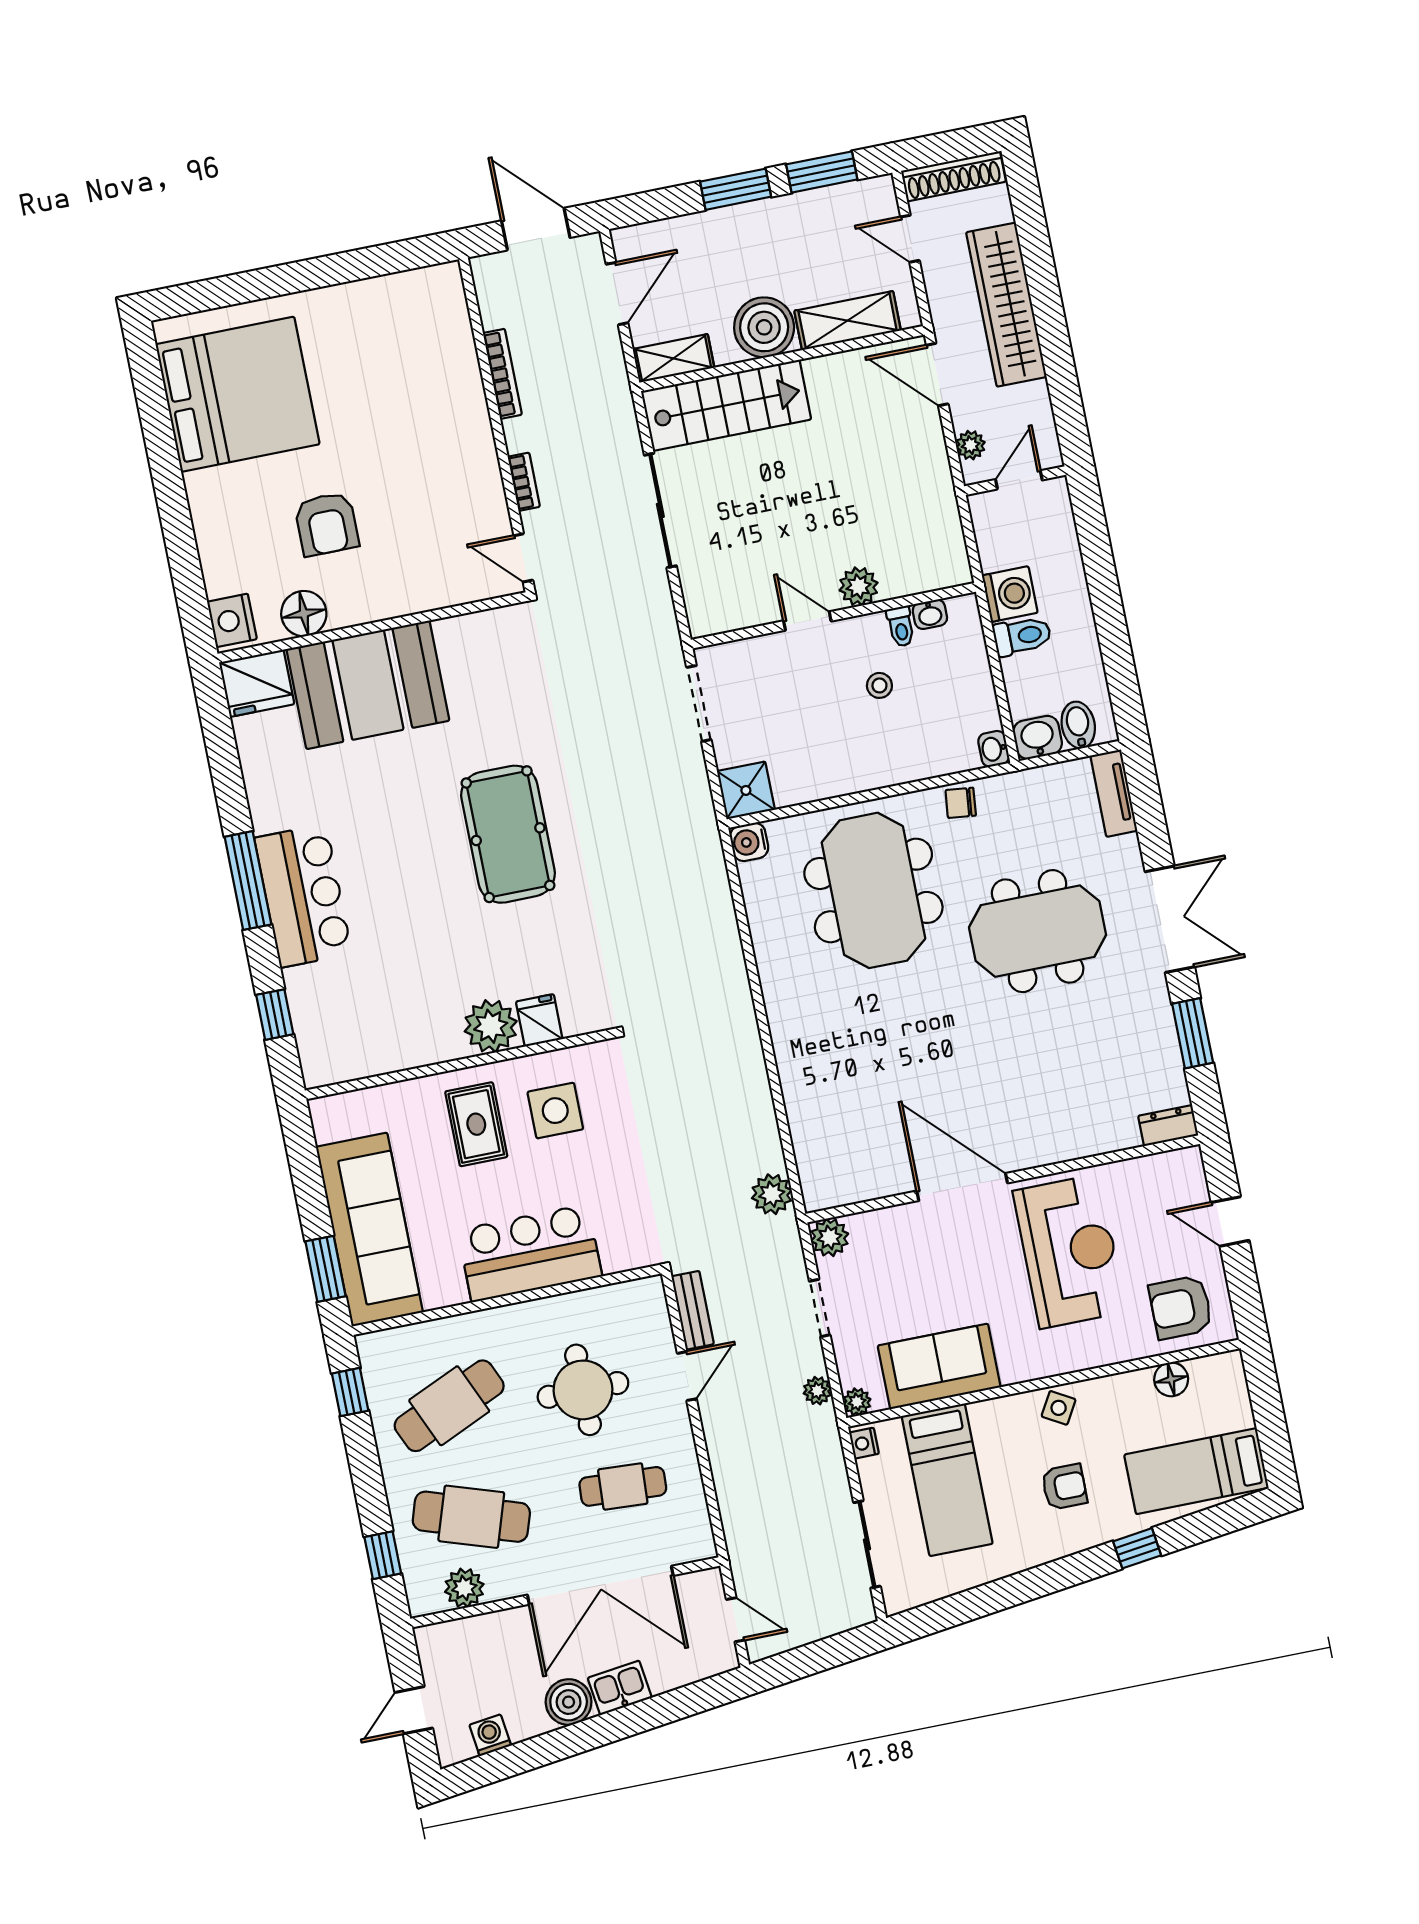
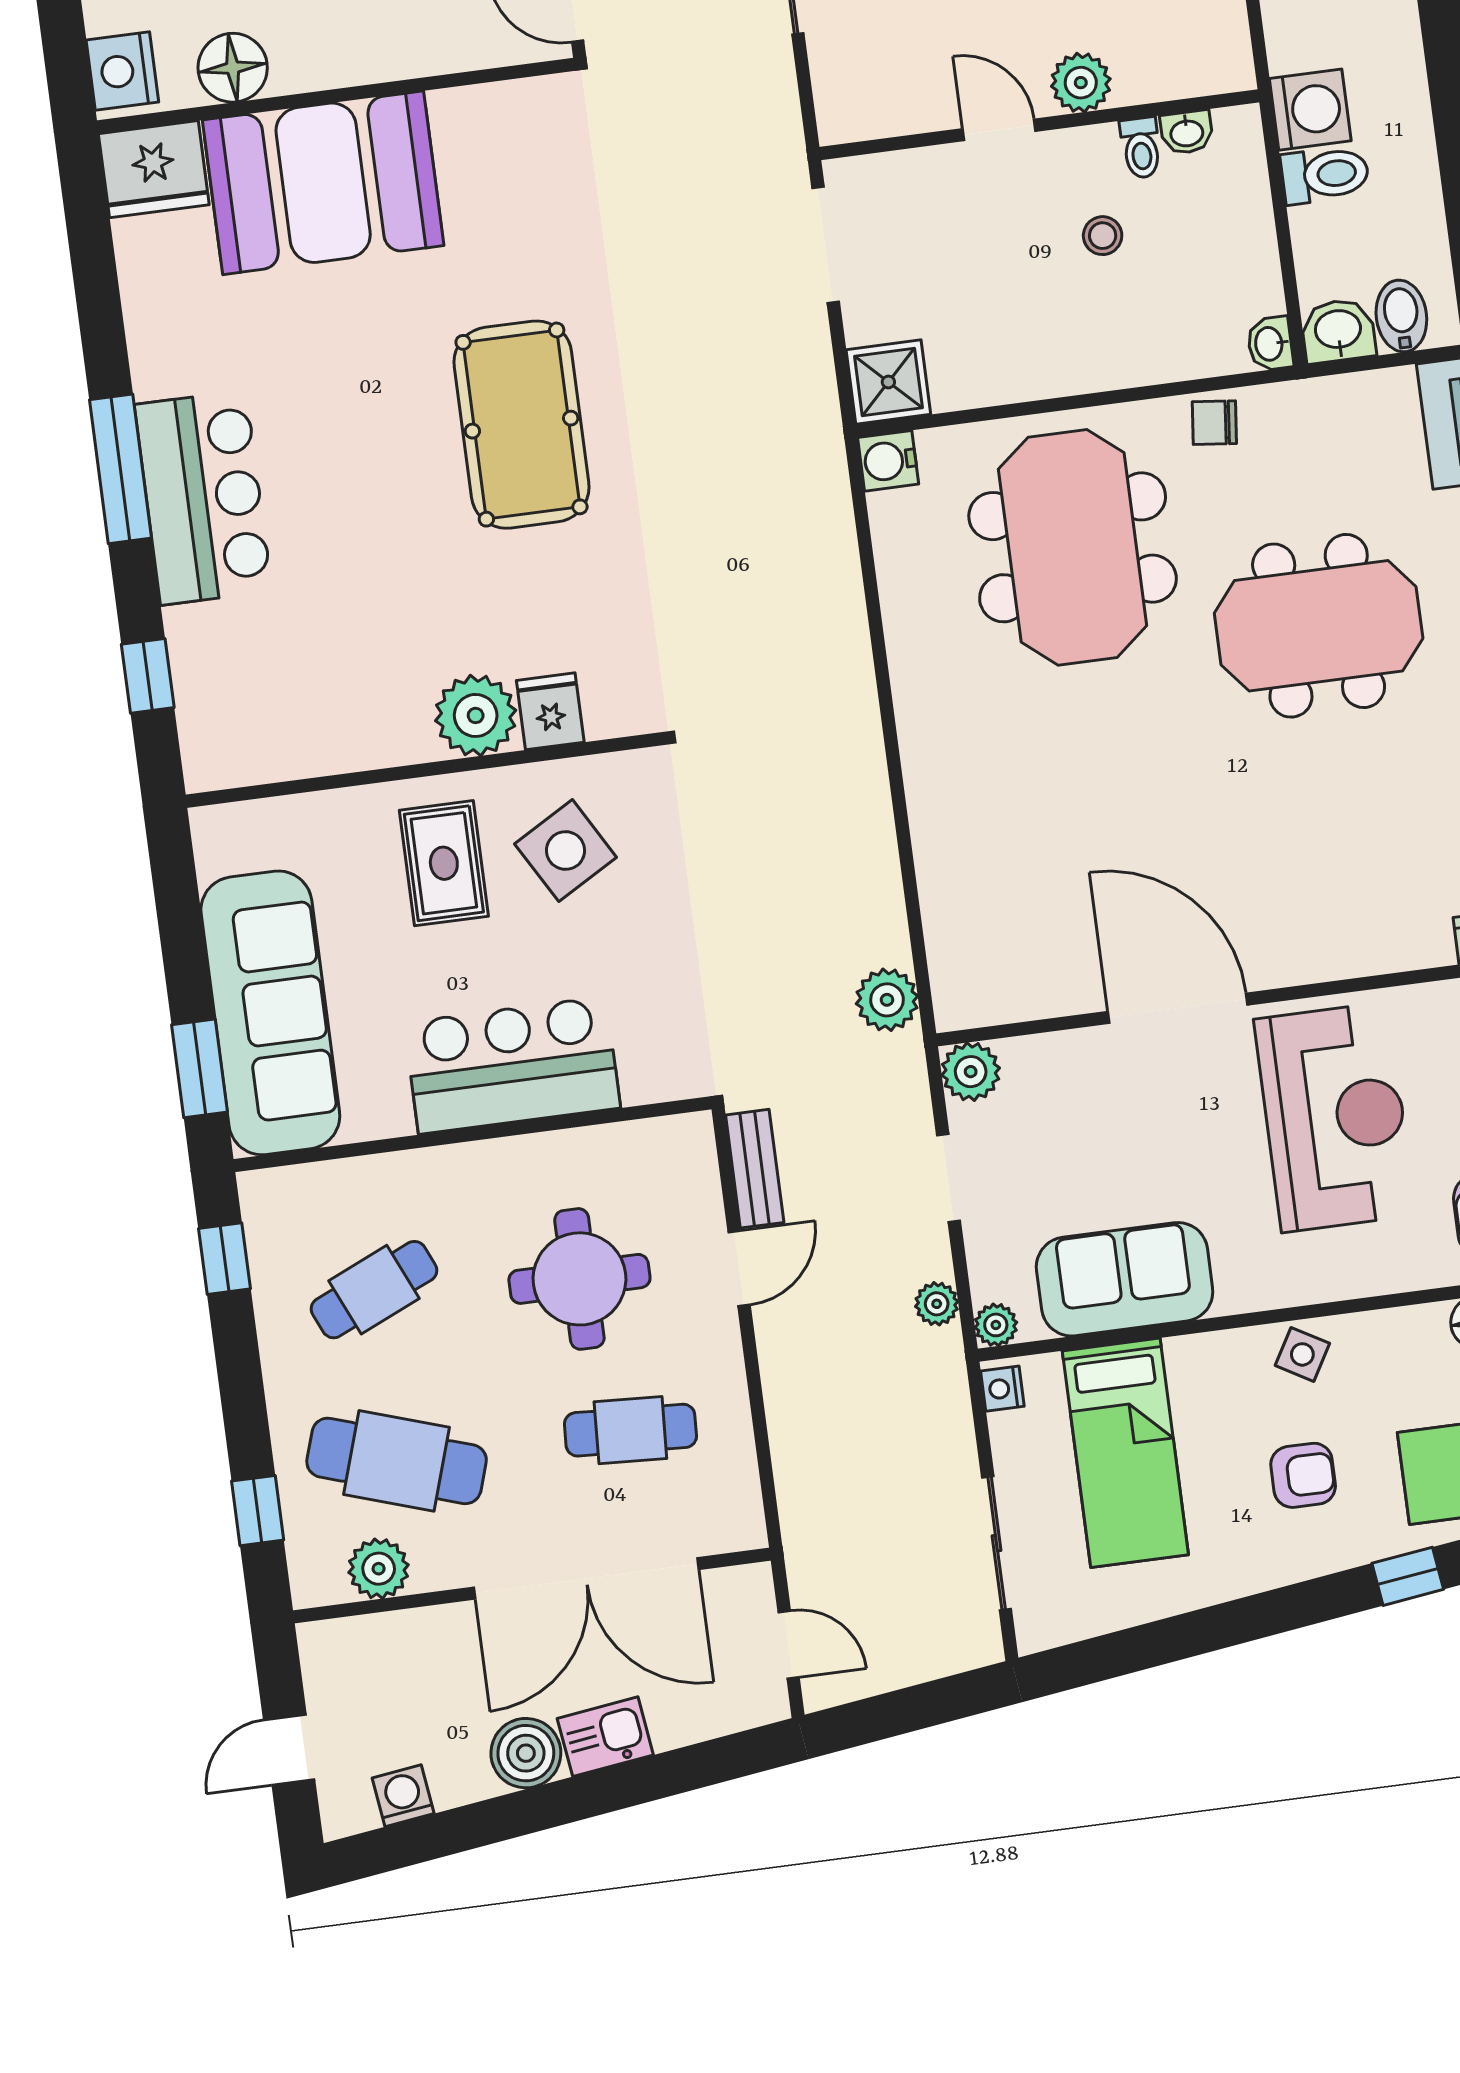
side table: (555, 1111) -> (566, 851), turned -30
cafe table: (449, 1406) -> (374, 1290), width x0.73, depth x0.74

